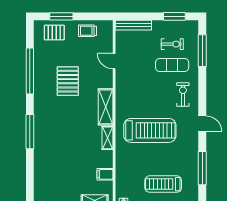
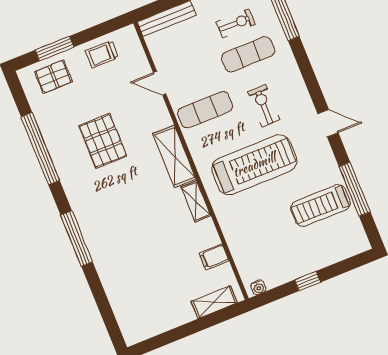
exercise mat: (134, 87) -> (205, 110), added
exercise bike: (183, 95) -> (264, 106), moved
treadmill: (163, 184) -> (320, 206), moved

